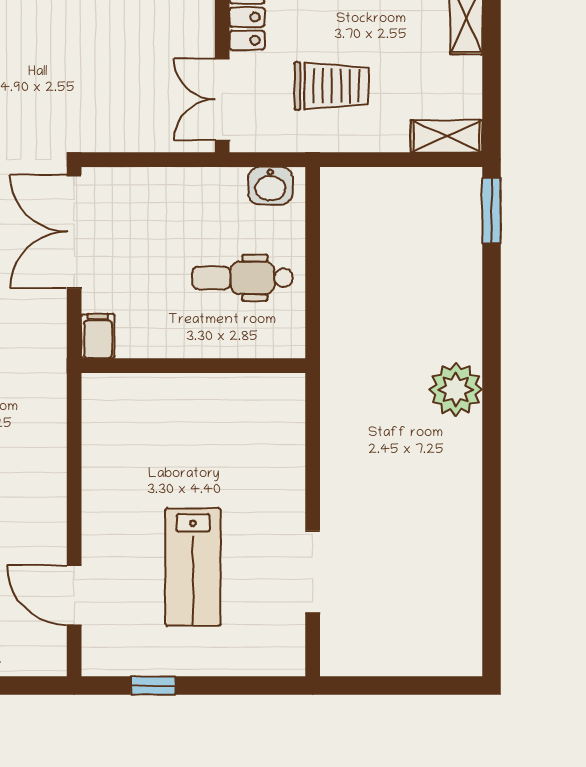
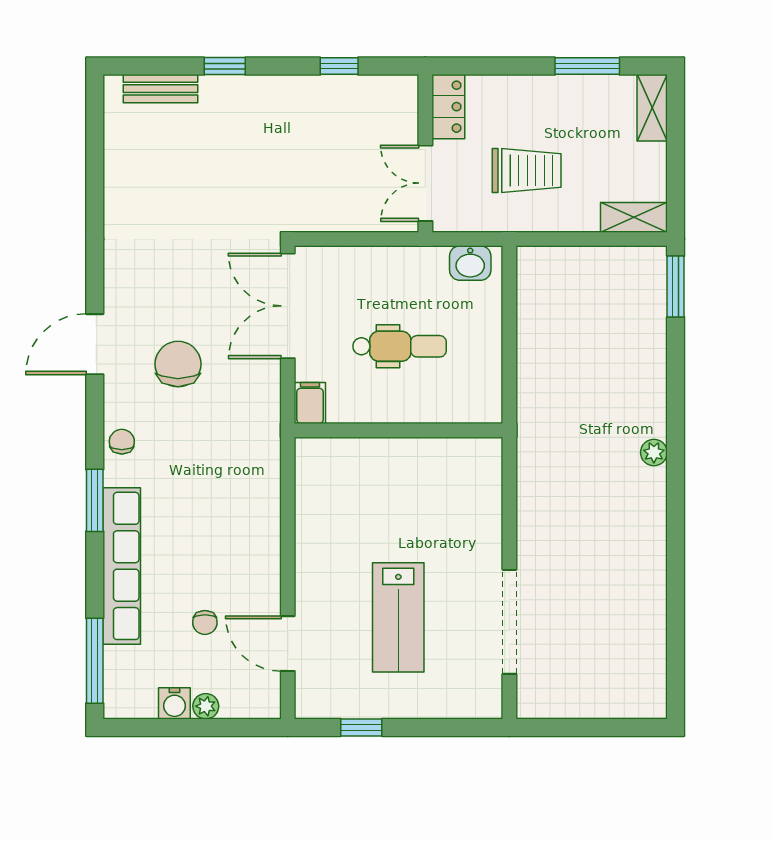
dental chair: (242, 278) -> (400, 346), moved, turned 180
plant: (456, 389) -> (654, 452), width x0.53, depth x0.53
doorway: (313, 572) -> (509, 622), width x1.36

